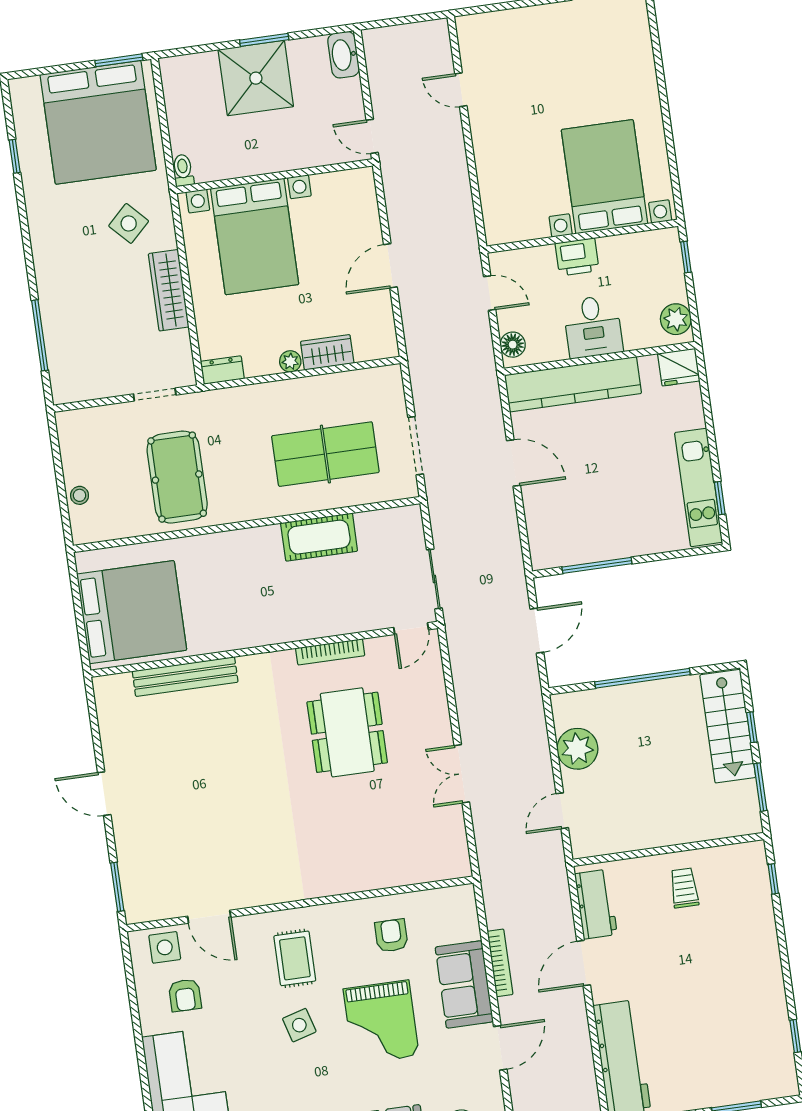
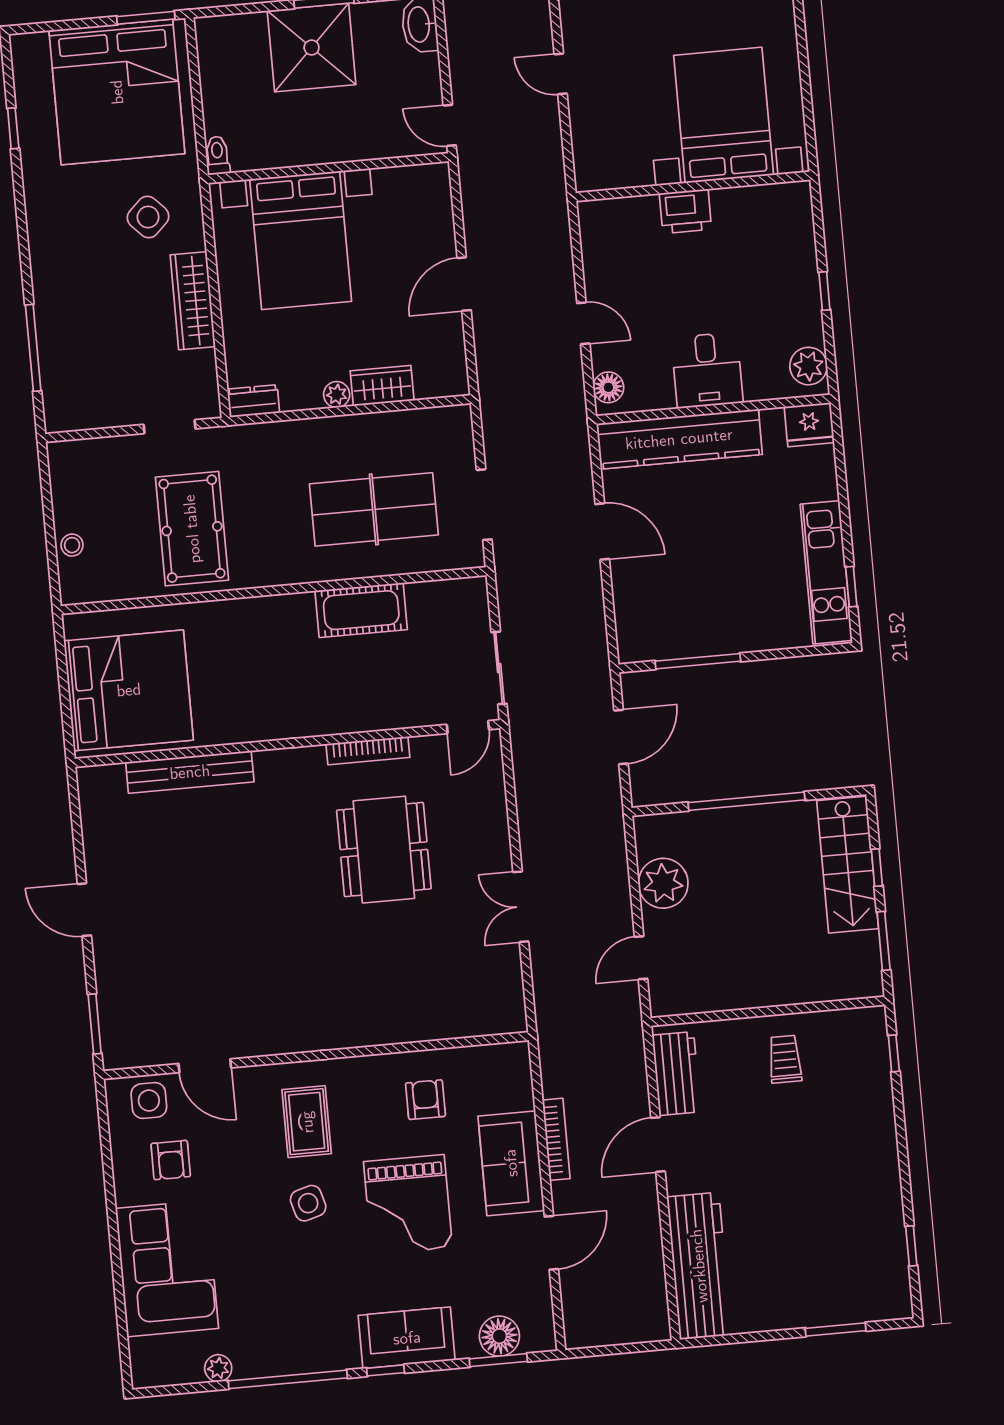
bed with nightstands: (605, 177) -> (724, 115), moved
wall: (582, 236) -> (693, 186), moved
printer: (577, 257) -> (685, 211), moved

